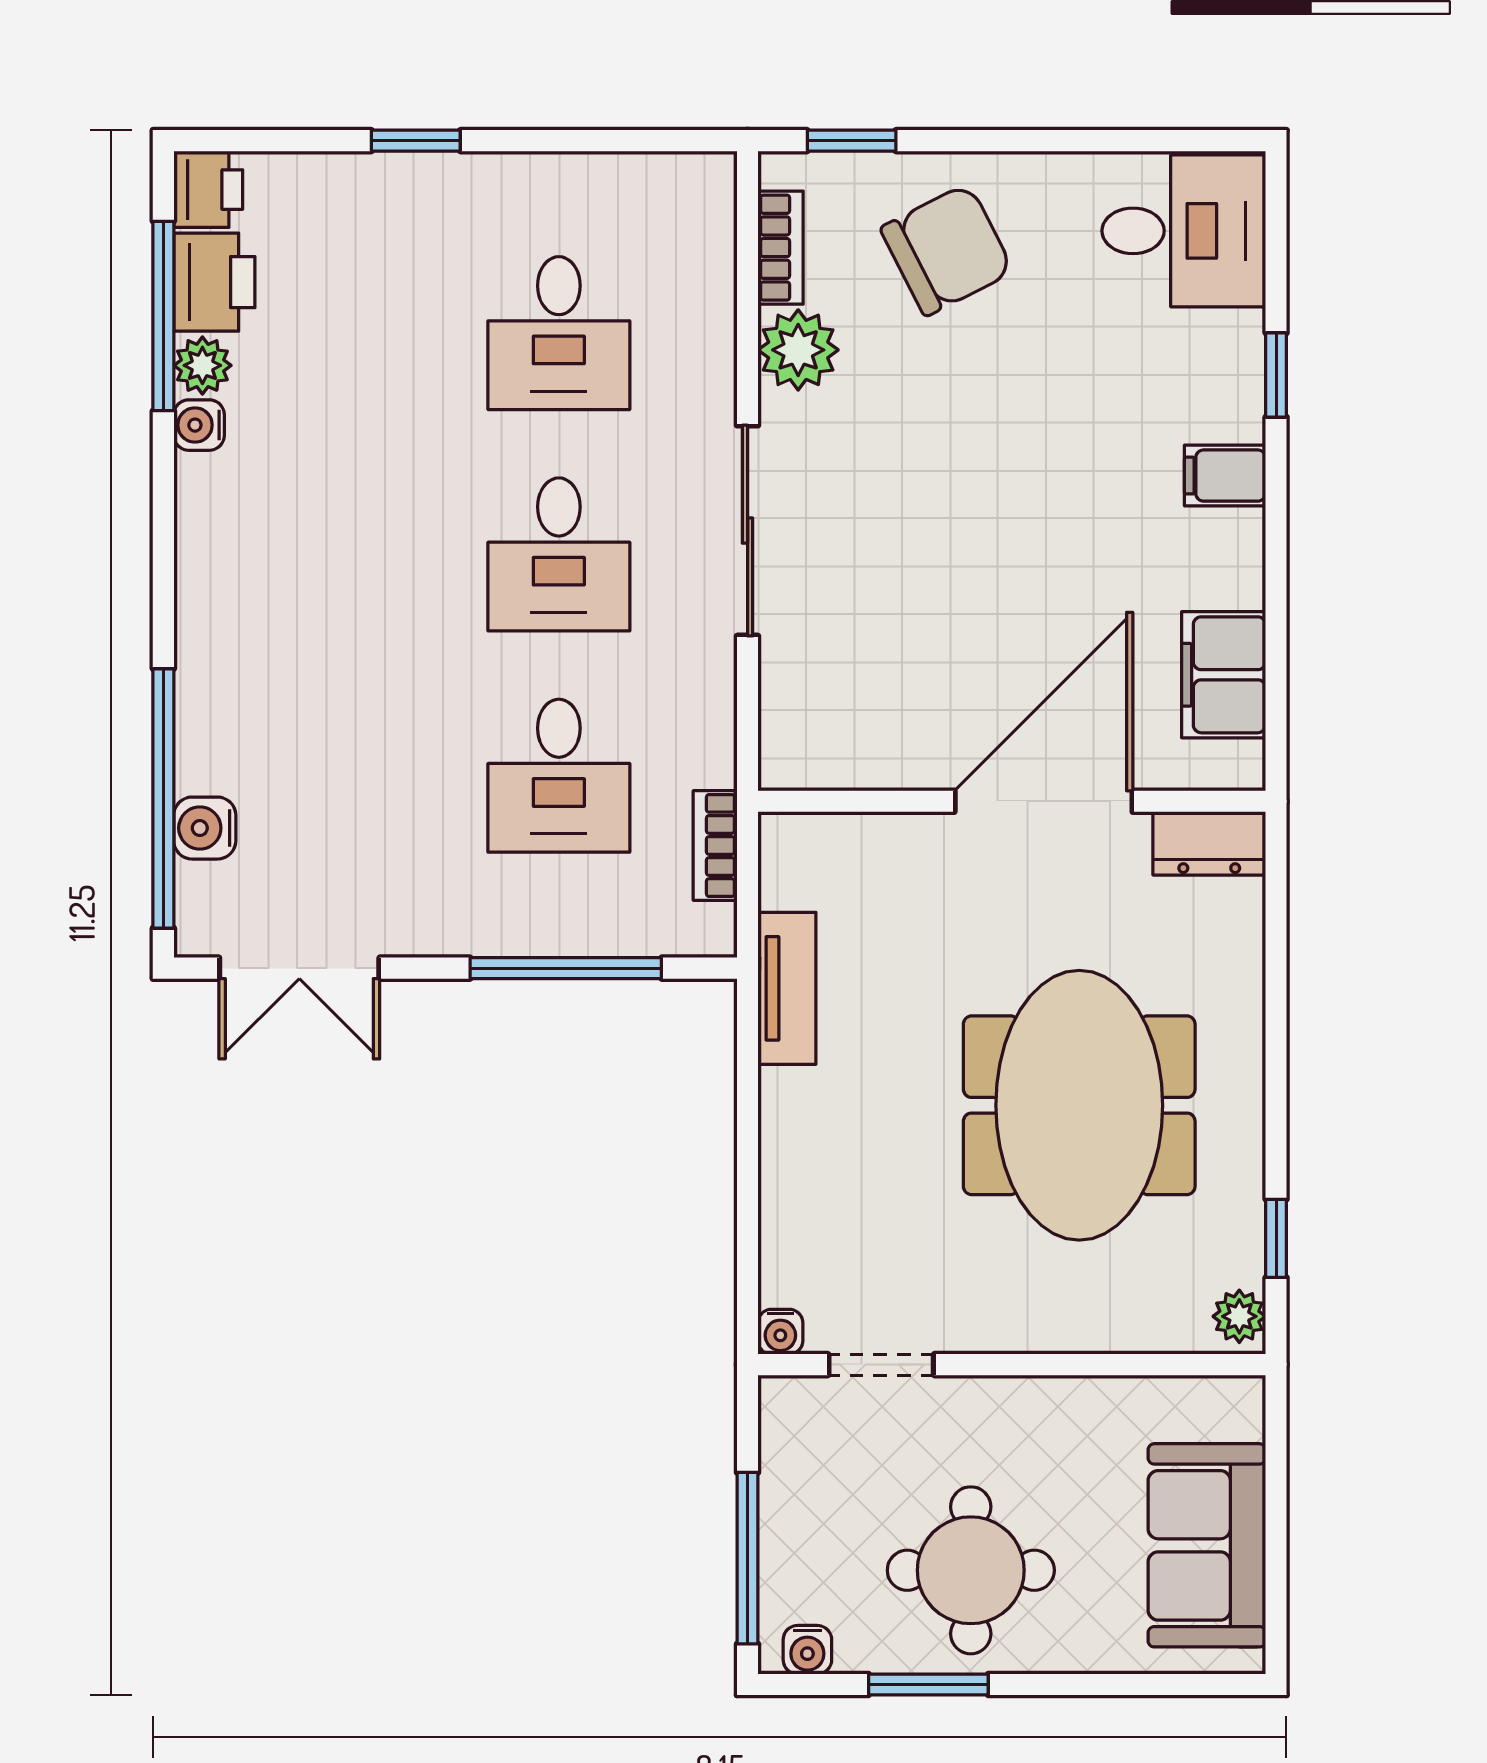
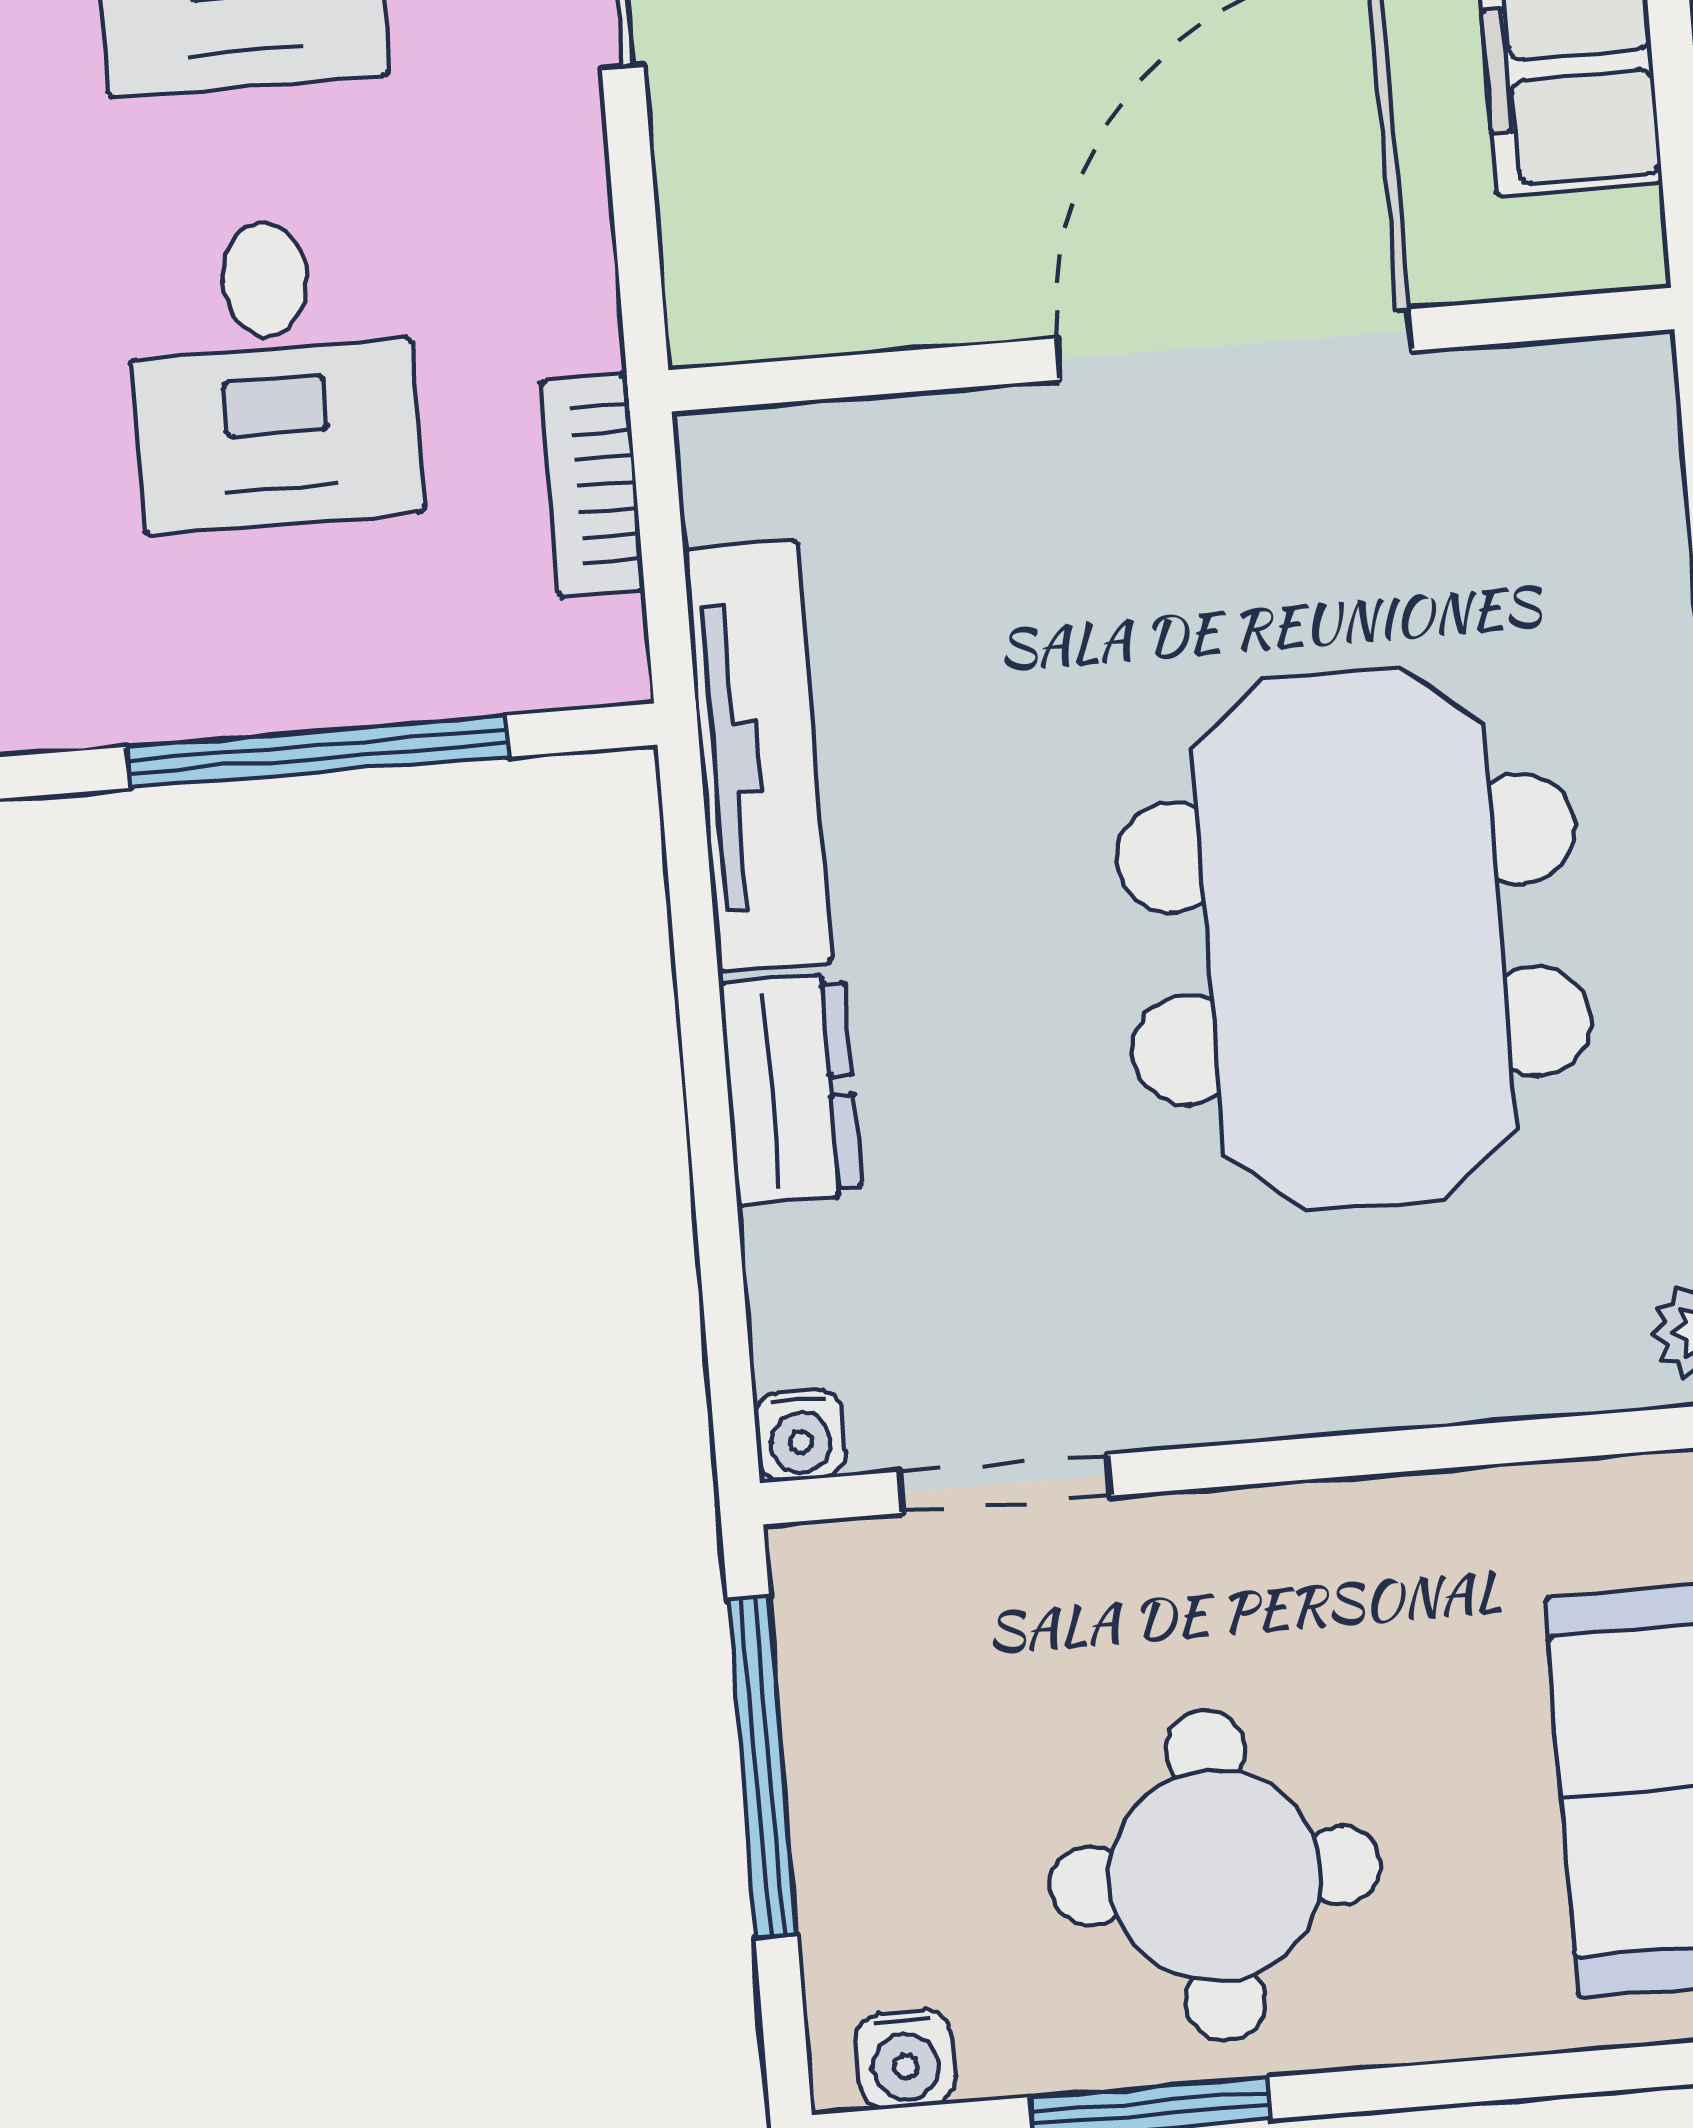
dresser: (1209, 843) -> (790, 1089), moved, turned -90
tv unit: (787, 988) -> (758, 756), width x1.41
window: (748, 1558) -> (762, 1767), moved

